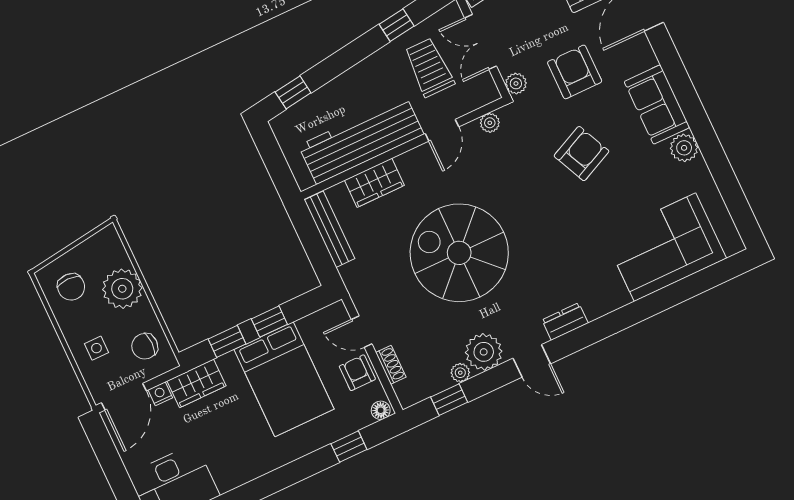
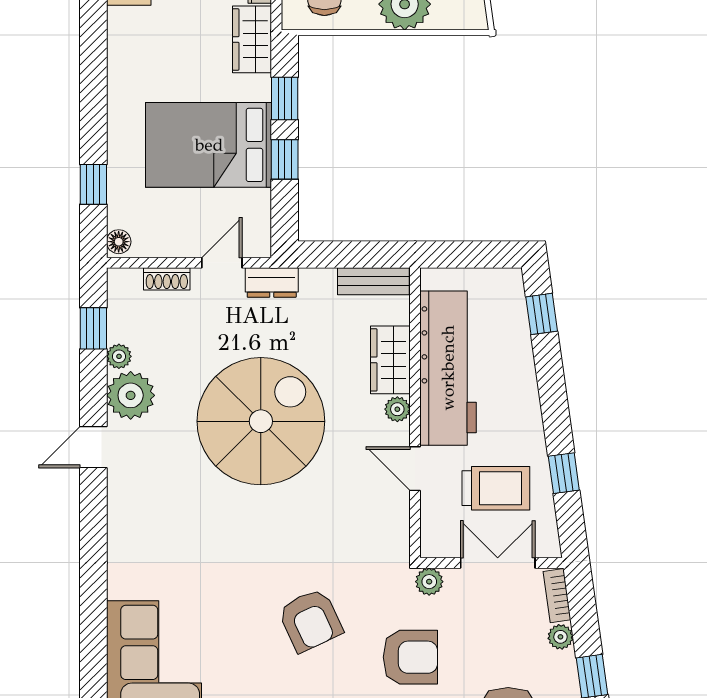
plant: (490, 123) -> (397, 409), moved
bench: (329, 229) -> (373, 281), width x0.73
dresser: (565, 322) -> (272, 283), moved, turned 90
armchair: (357, 373) -> (176, 235), removed

